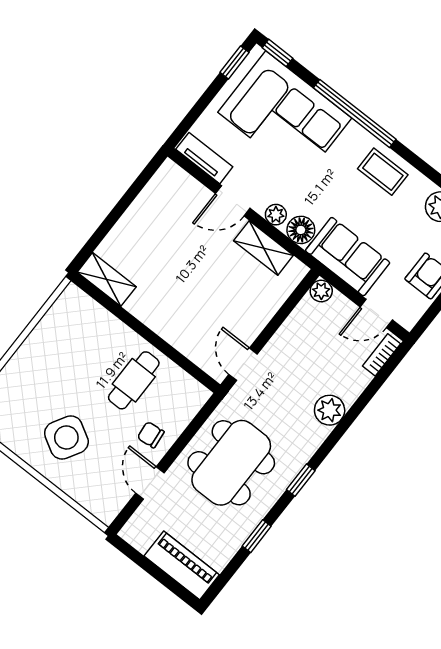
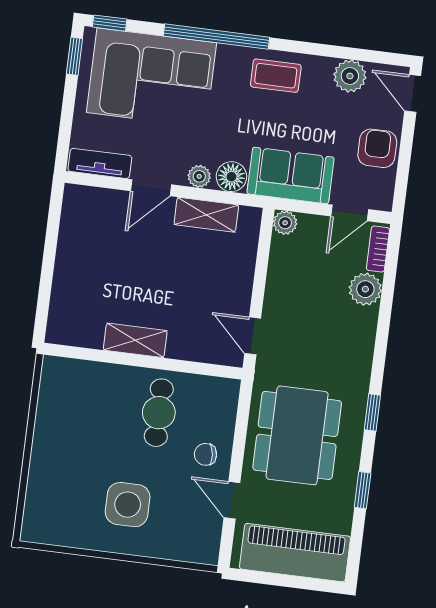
shelving: (107, 279) -> (135, 340), moved
plant: (330, 410) -> (365, 289), moved
side table: (66, 437) -> (128, 505), turned -30
piano: (182, 565) -> (295, 553), width x1.37, depth x1.33

